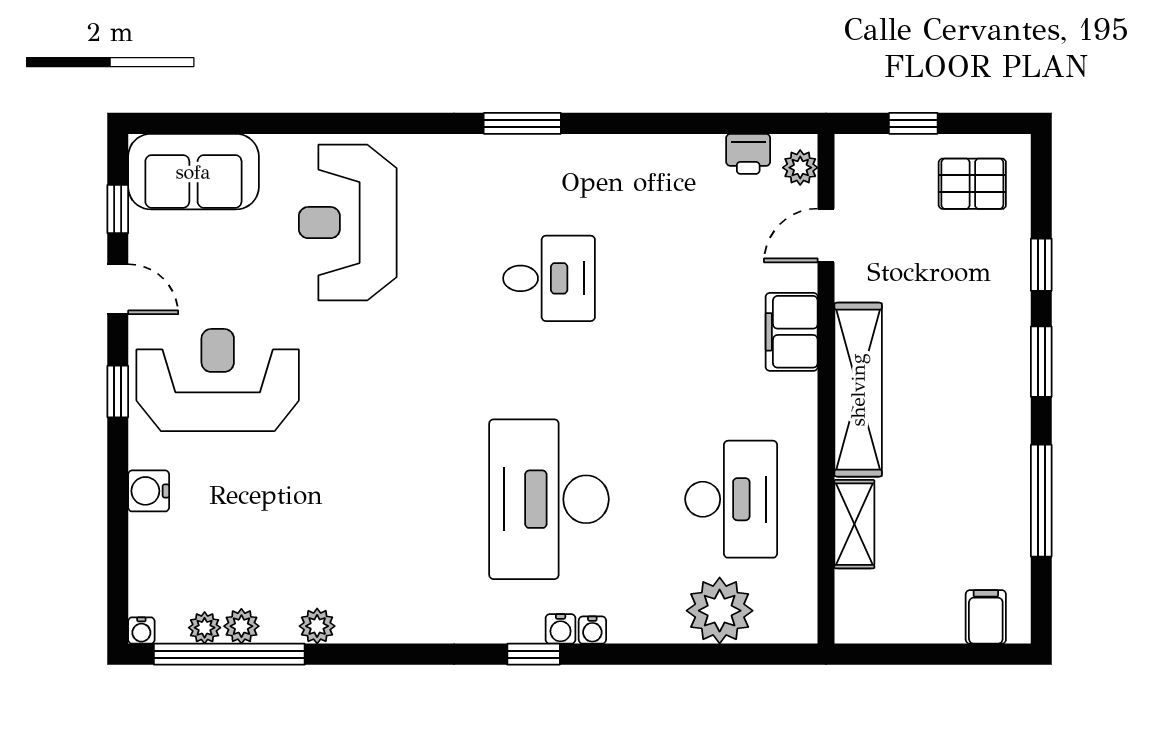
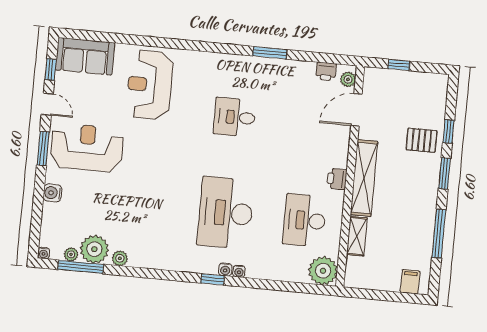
window: (522, 123) -> (270, 53), moved
pallet: (972, 184) -> (422, 140), moved
door: (826, 235) -> (356, 110), width x1.38
desk: (549, 278) -> (235, 117), turned 180
filing cabinet: (792, 332) -> (338, 150), removed
window: (118, 391) -> (43, 148), width x1.50
printer: (797, 397) -> (337, 179), added
desk: (731, 499) -> (305, 220), turned 180
plant: (720, 611) -> (323, 271), moved
plant: (241, 626) -> (94, 249), width x1.87, depth x1.87
window: (229, 654) -> (81, 267), width x0.68

